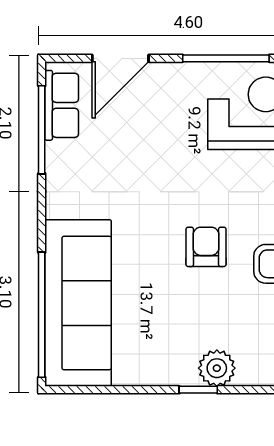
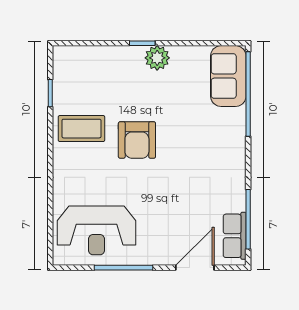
armchair: (206, 247) -> (137, 140), width x1.38, depth x1.38
sofa: (78, 303) -> (228, 76), width x0.54, depth x0.79
plant: (217, 368) -> (157, 58), moved

